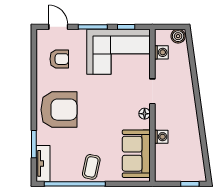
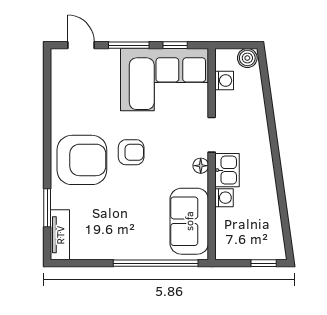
armchair: (59, 59) -> (131, 152), moved
kitchen sink: (163, 117) -> (227, 170), added
coffee table: (91, 167) -> (127, 240), removed
window: (75, 184) -> (156, 263), moved

